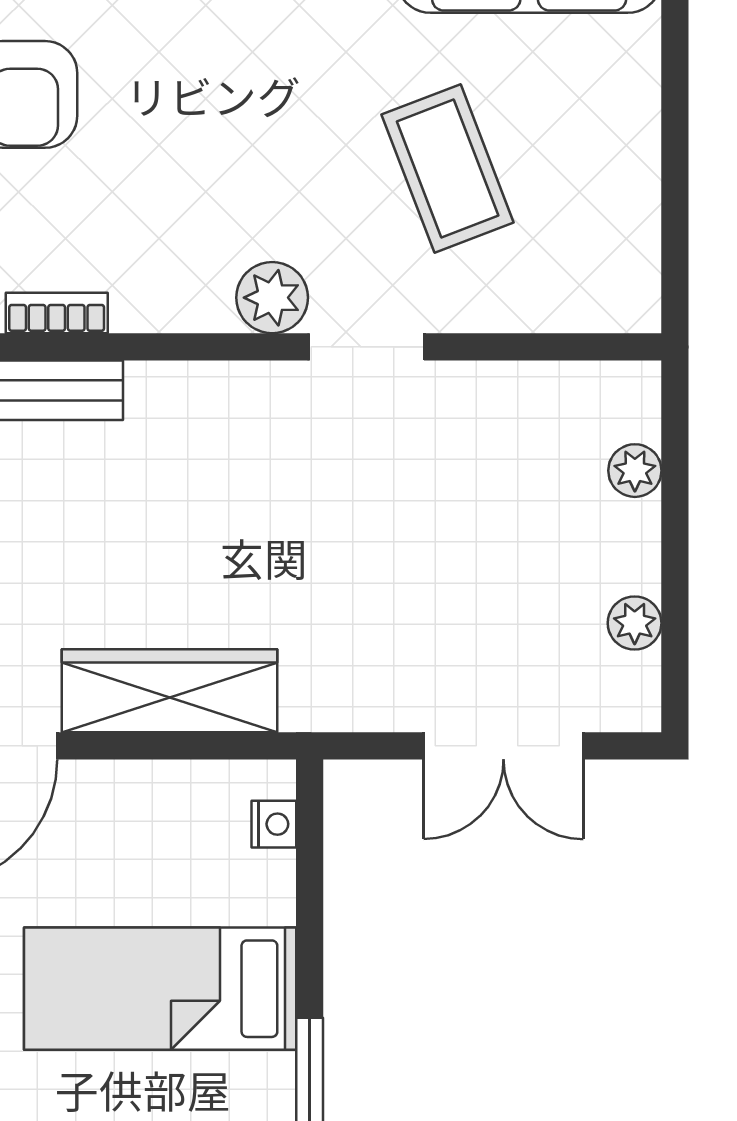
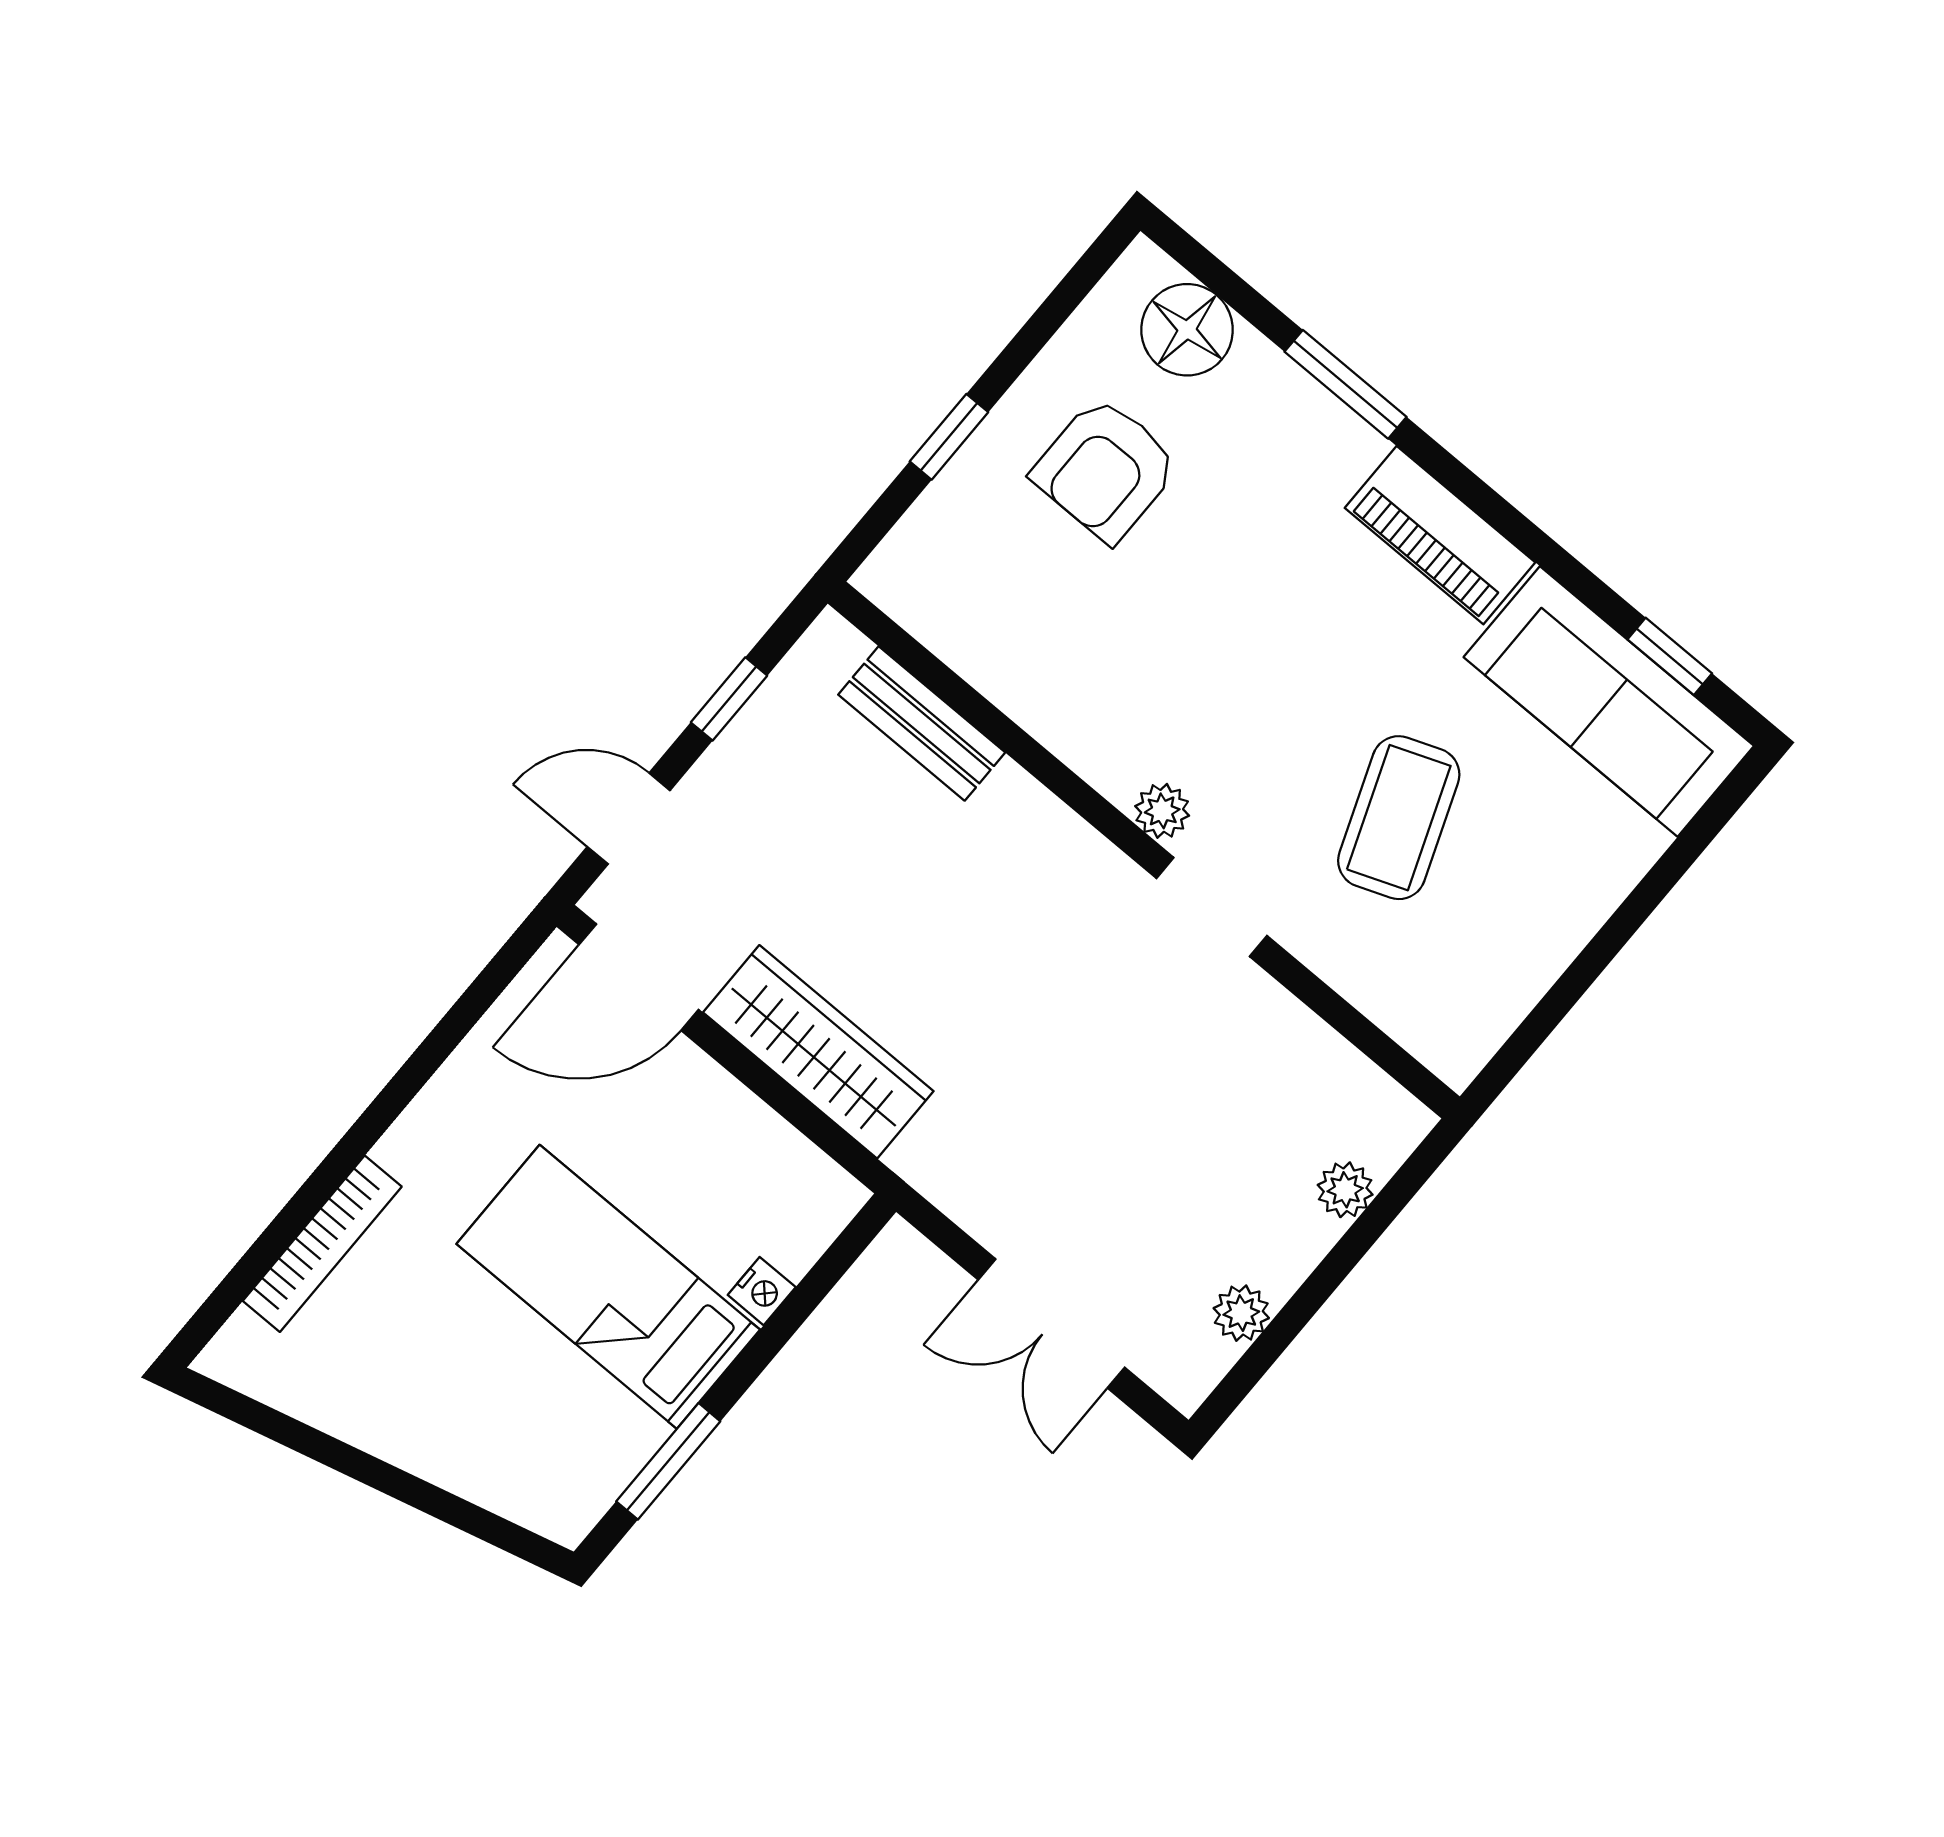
plant: (272, 298) -> (1162, 811), width x0.73, depth x0.73
bookcase: (57, 313) -> (984, 669), removed
nightstand: (274, 824) -> (762, 1291), moved

